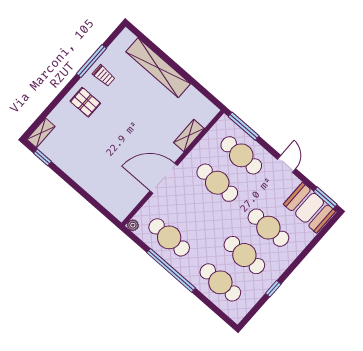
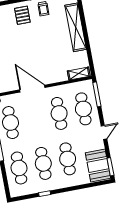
shelving: (189, 135) -> (79, 74), moved

